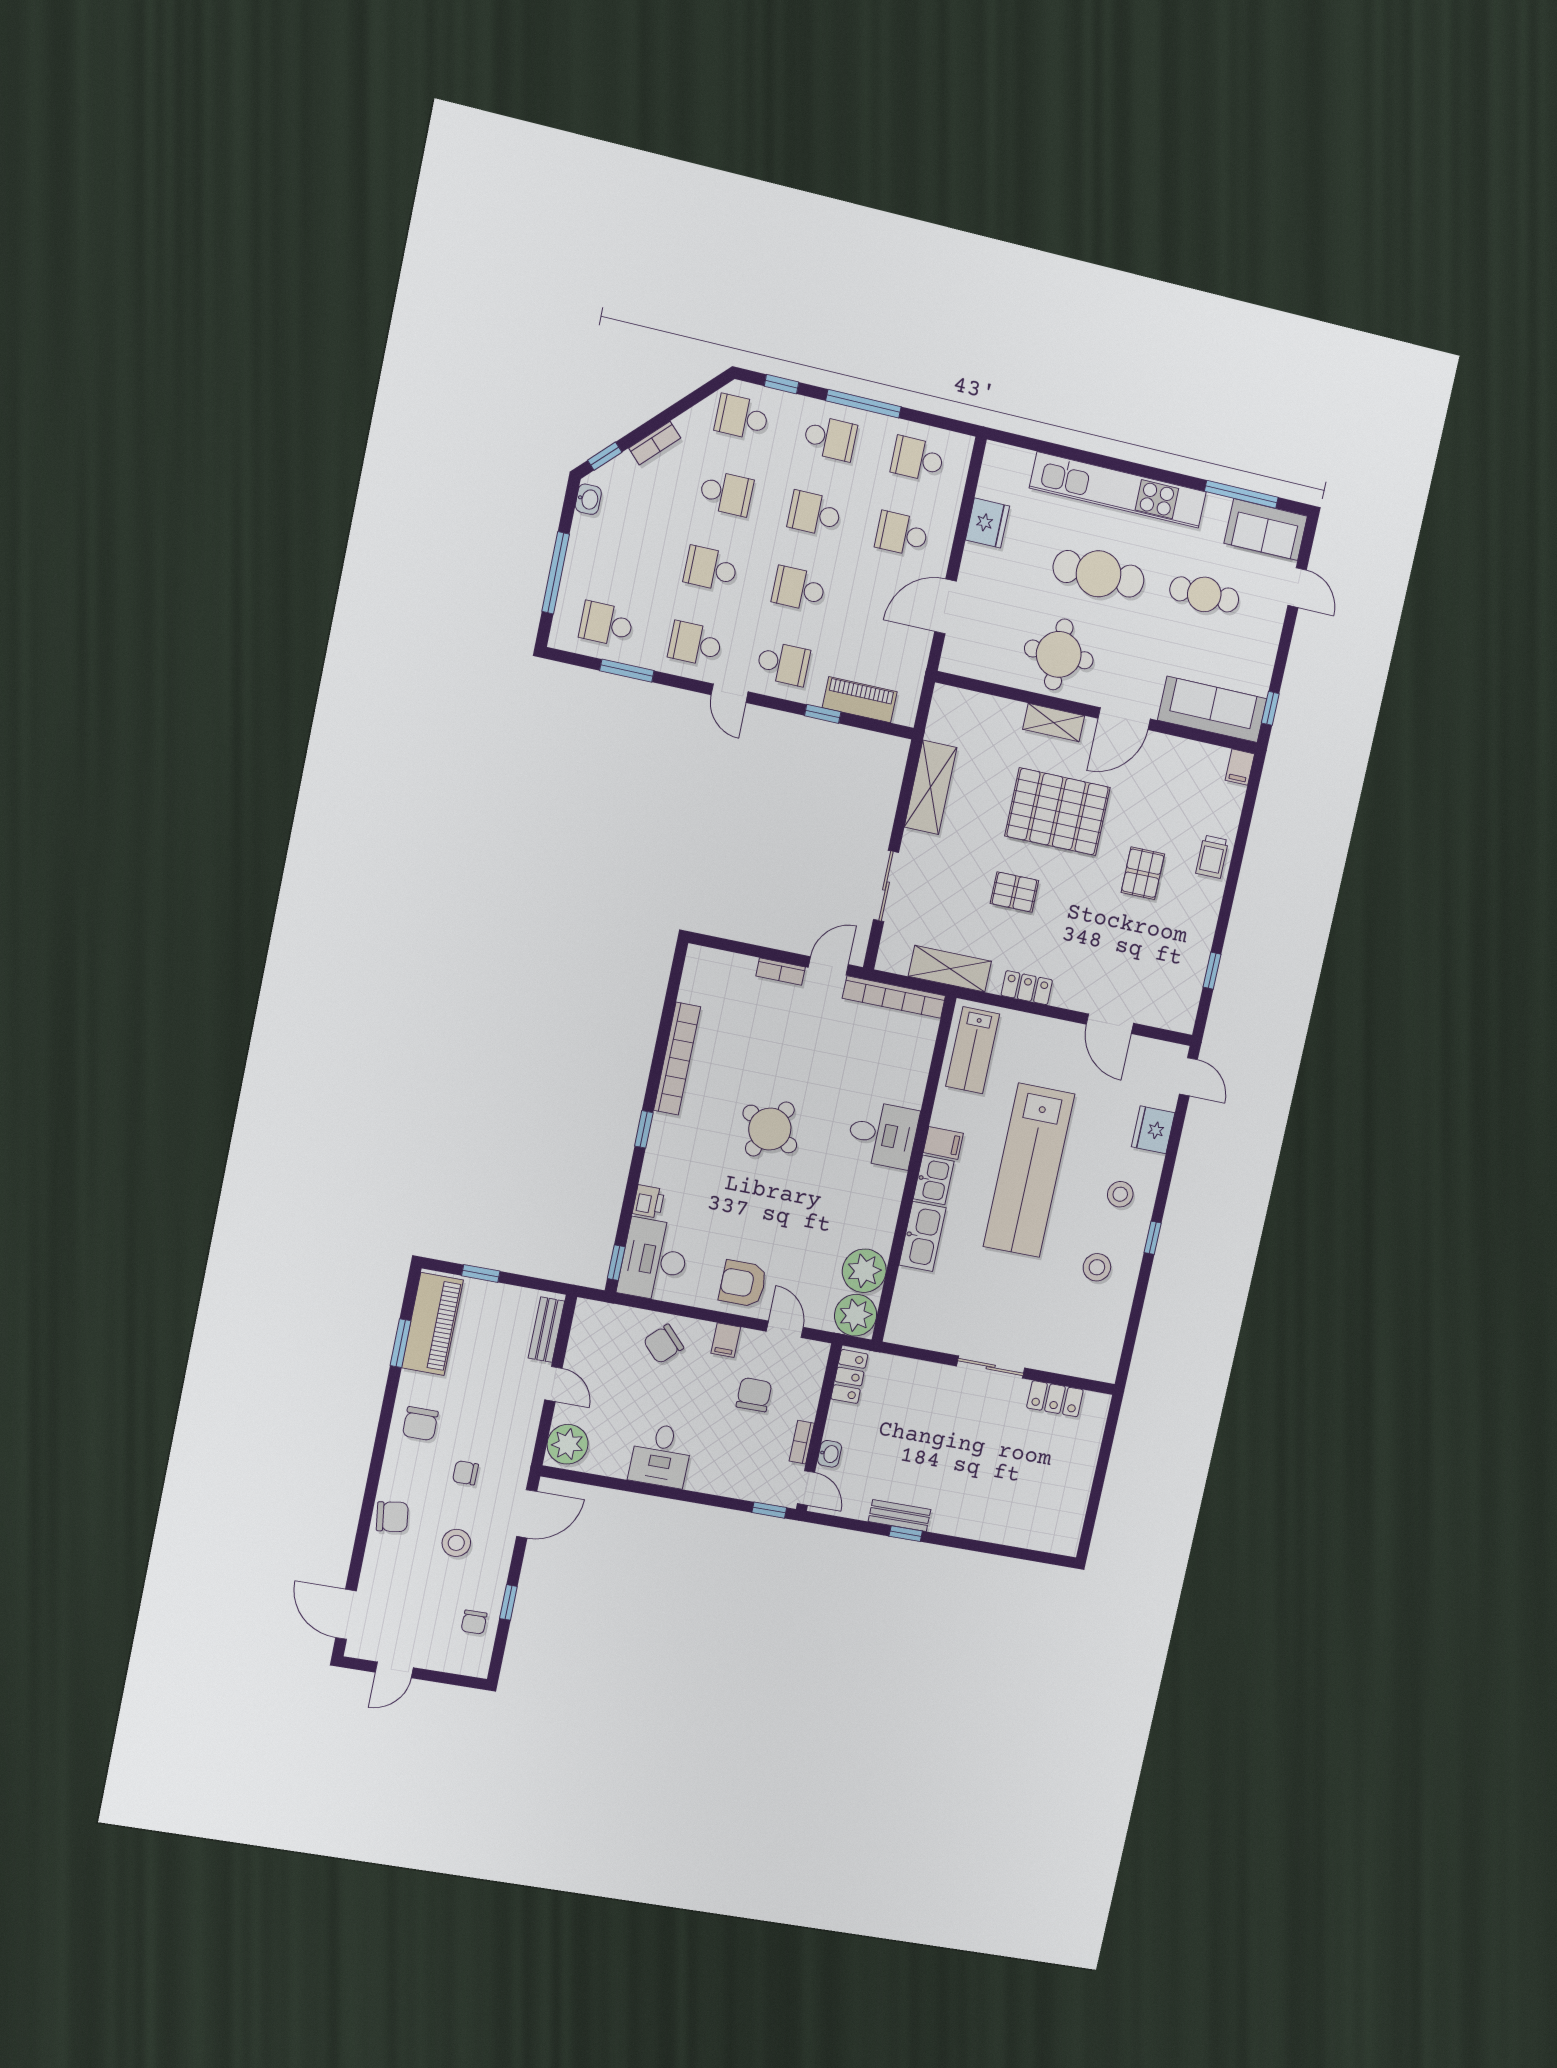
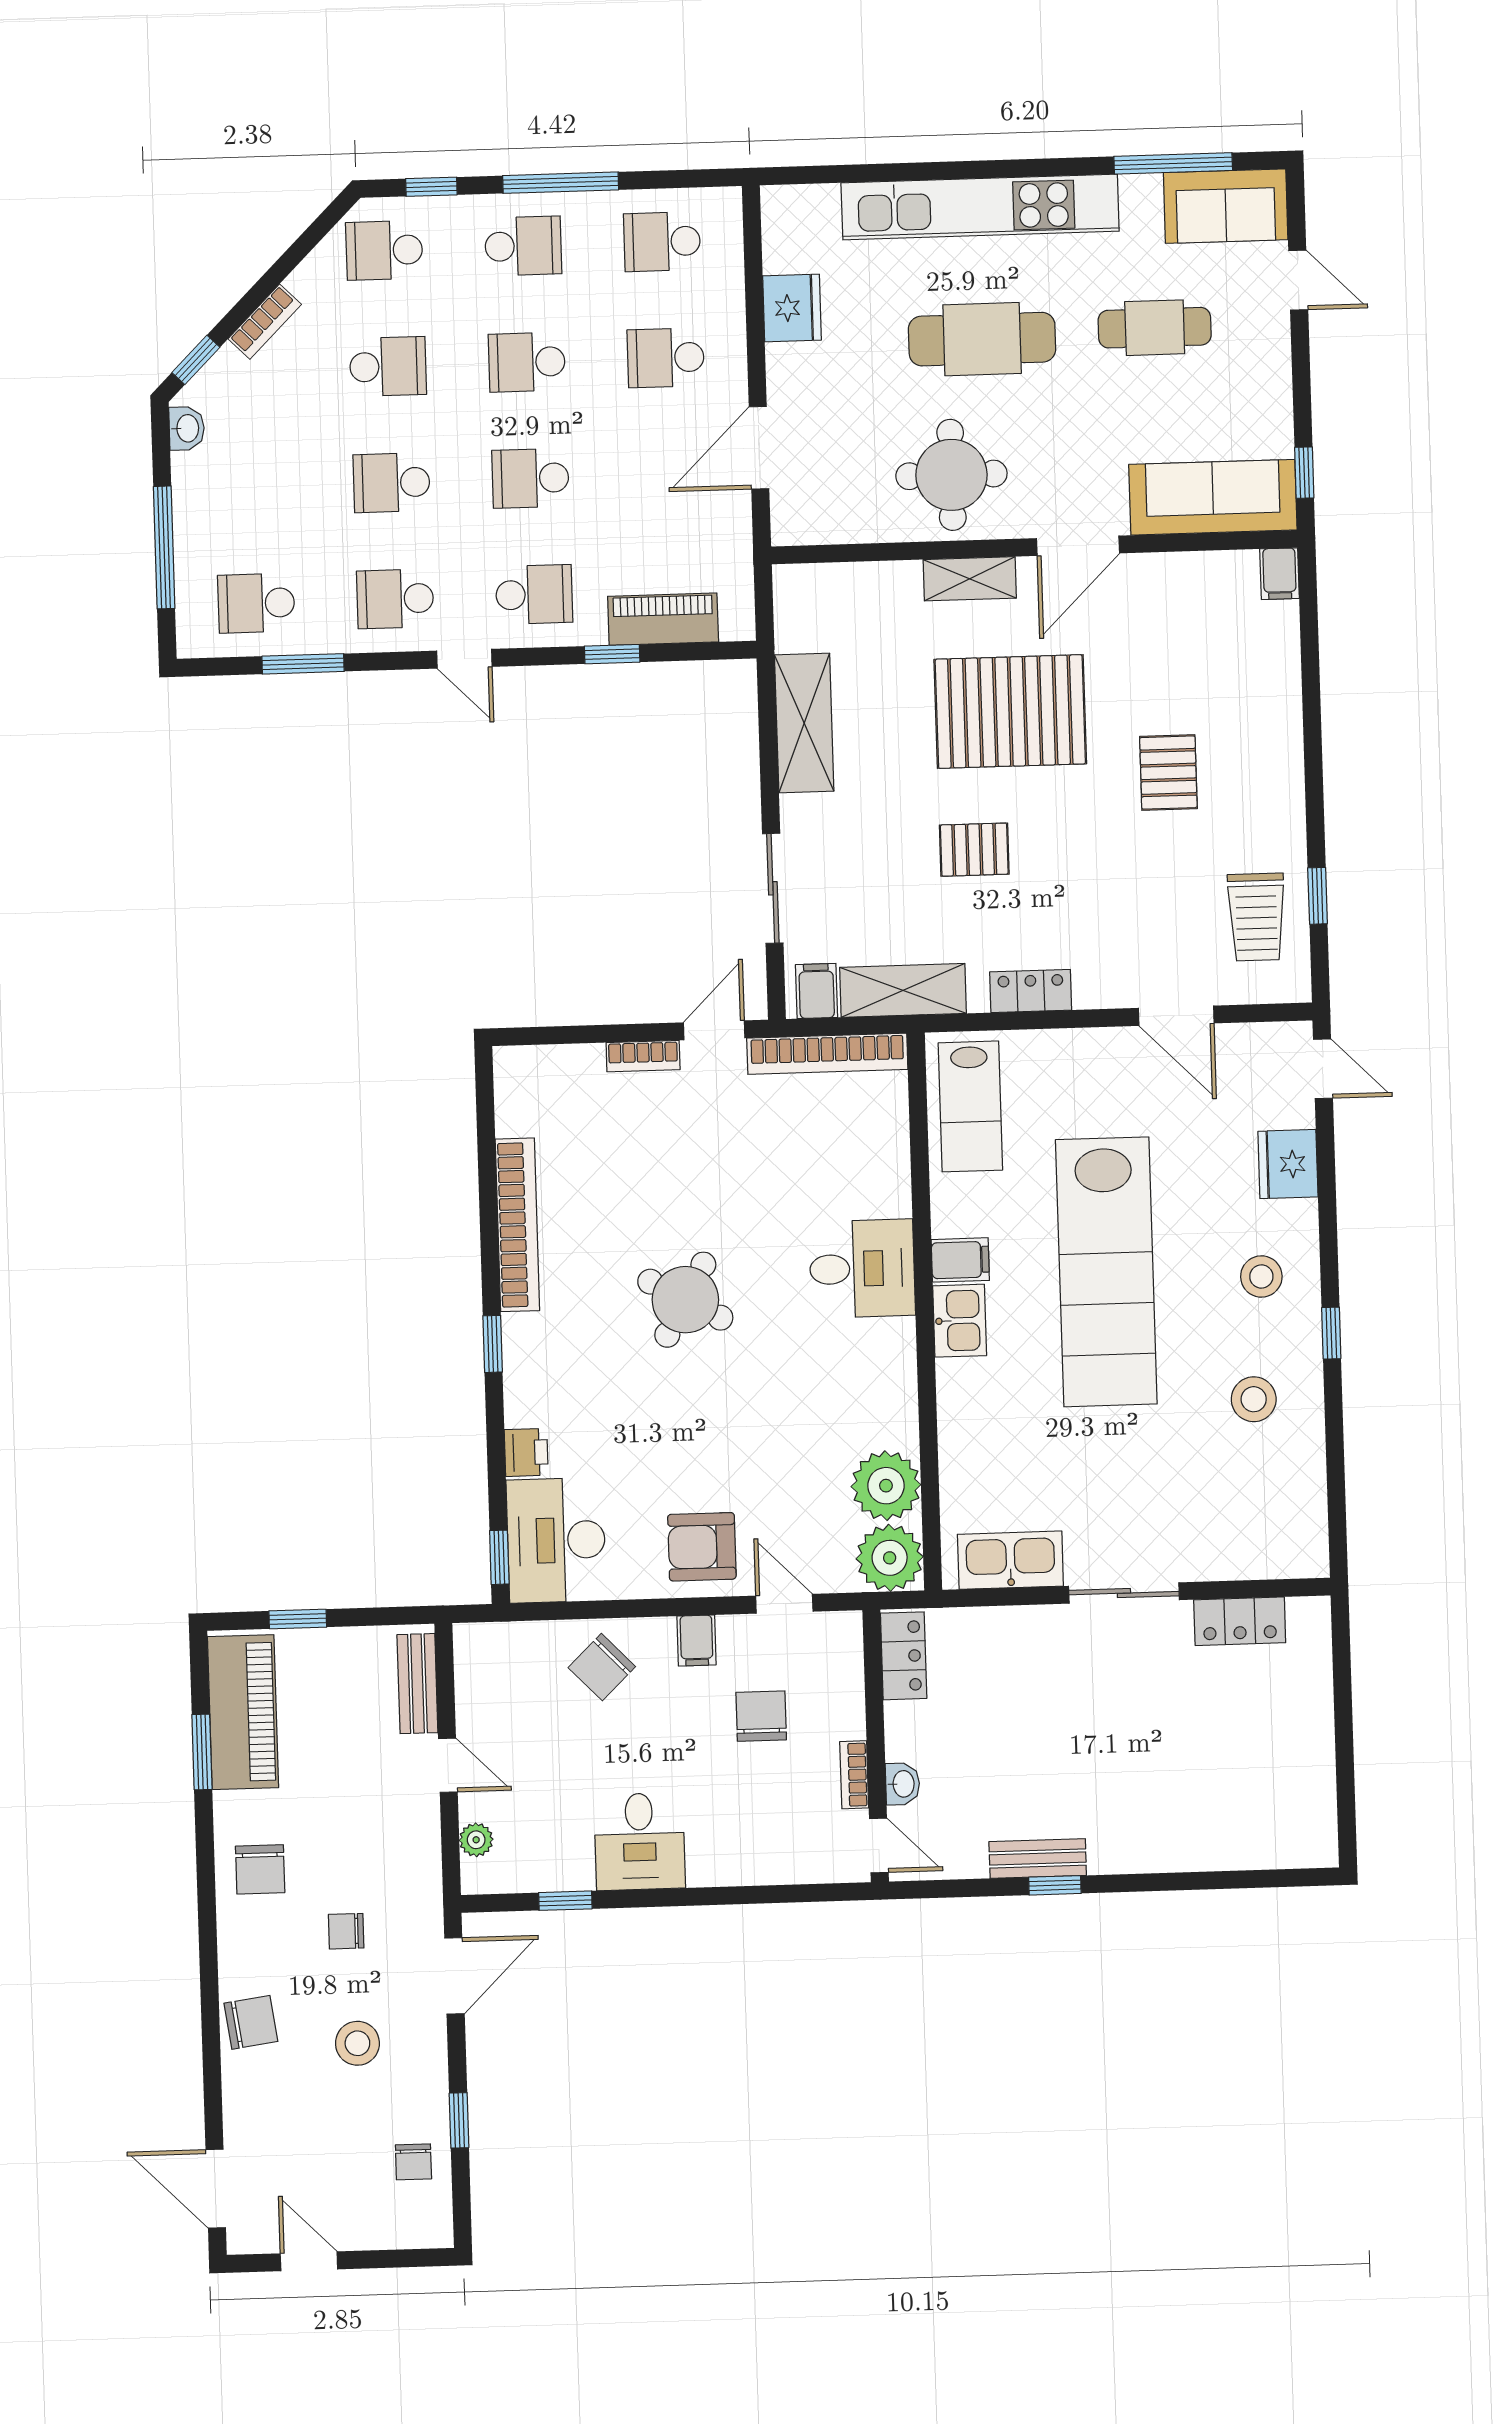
trolley: (1212, 857) -> (1256, 917), moved, width x1.36, depth x1.39
filing cabinet: (897, 956) -> (817, 991), added
kitchen sink: (922, 1236) -> (1010, 1560), moved, turned -90
plant: (568, 1444) -> (476, 1840), width x0.53, depth x0.53
window: (769, 1510) -> (565, 1901), moved
door: (394, 1670) -> (309, 2261), swing flipped

